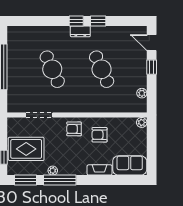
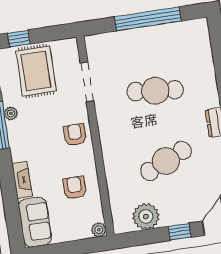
cafe table: (52, 69) -> (155, 91), turned 30
plant: (142, 93) -> (146, 216), width x1.88, depth x1.88
armchair: (100, 135) -> (75, 188), moved

